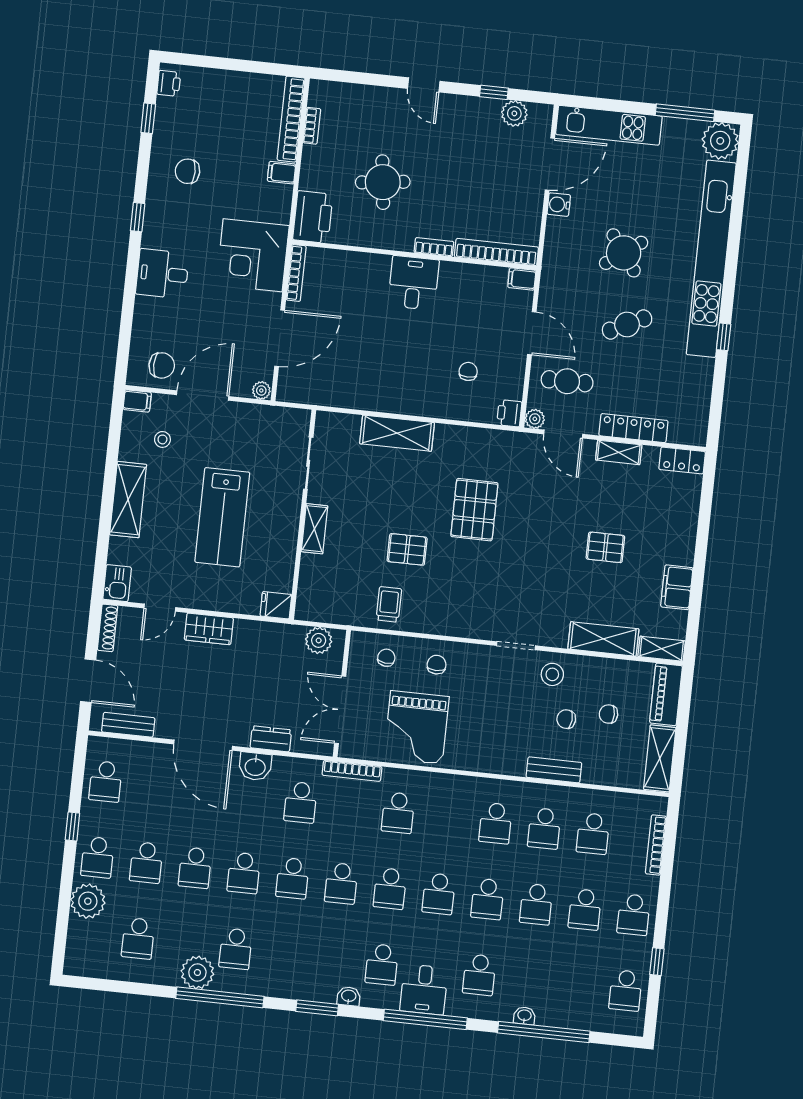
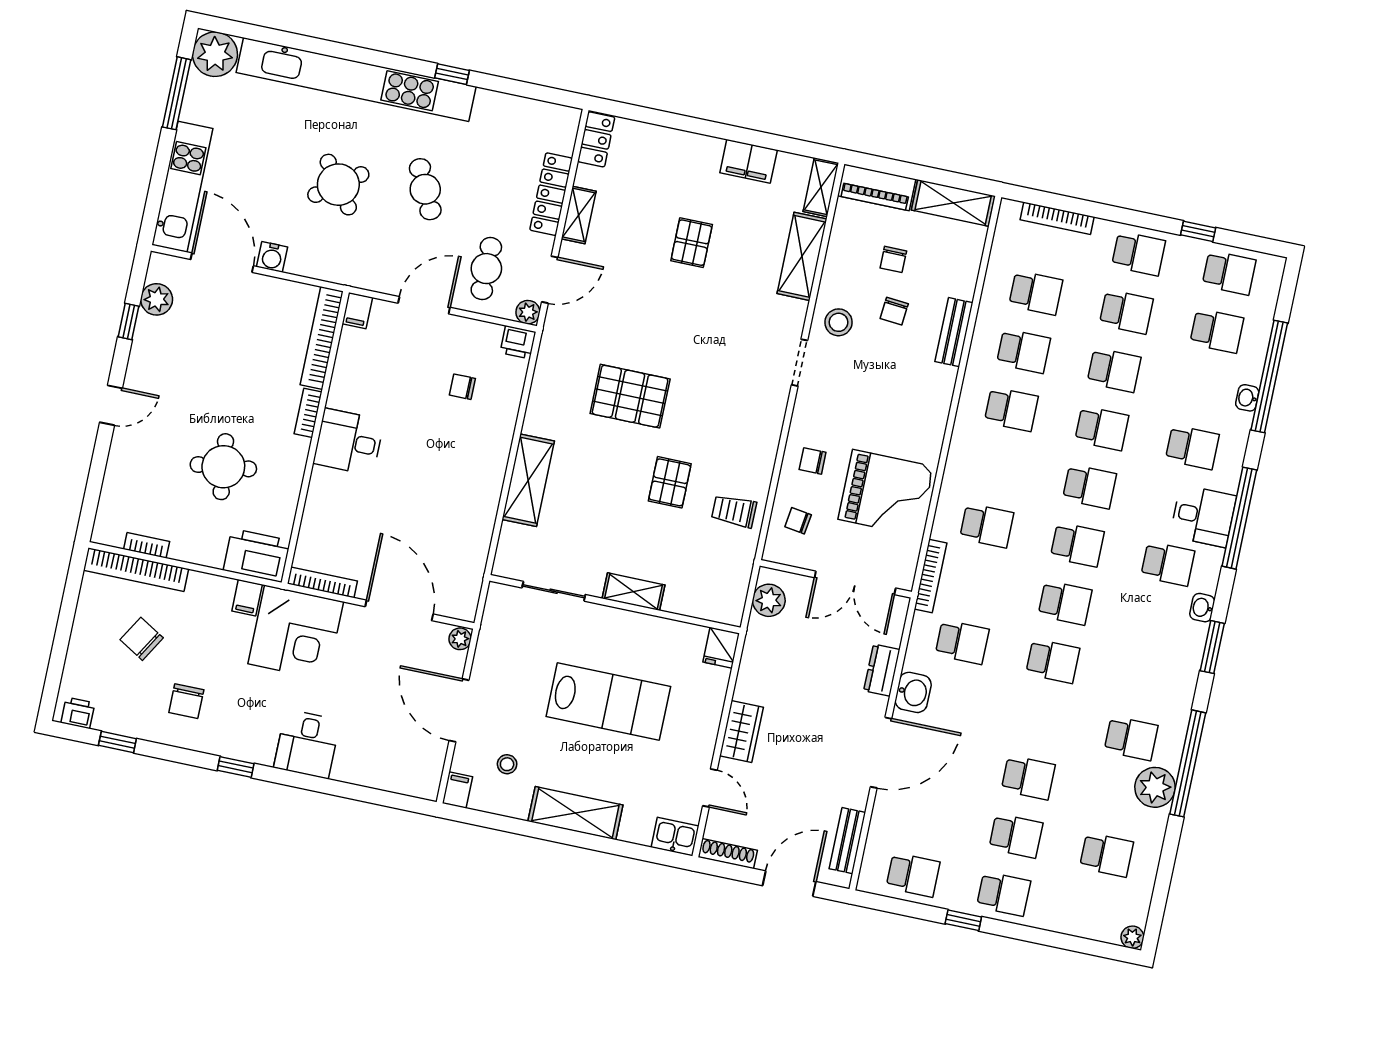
filing cabinet: (282, 173) -> (247, 598), moved
chair: (162, 365) -> (142, 639), moved, turned -59
school desk: (244, 873) -> (1217, 331), moved
plant: (88, 901) -> (1132, 937), moved, width x0.53, depth x0.53

